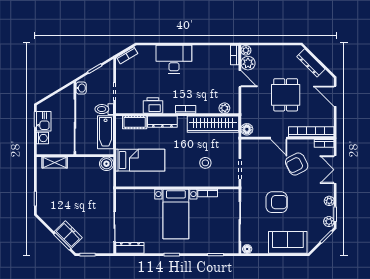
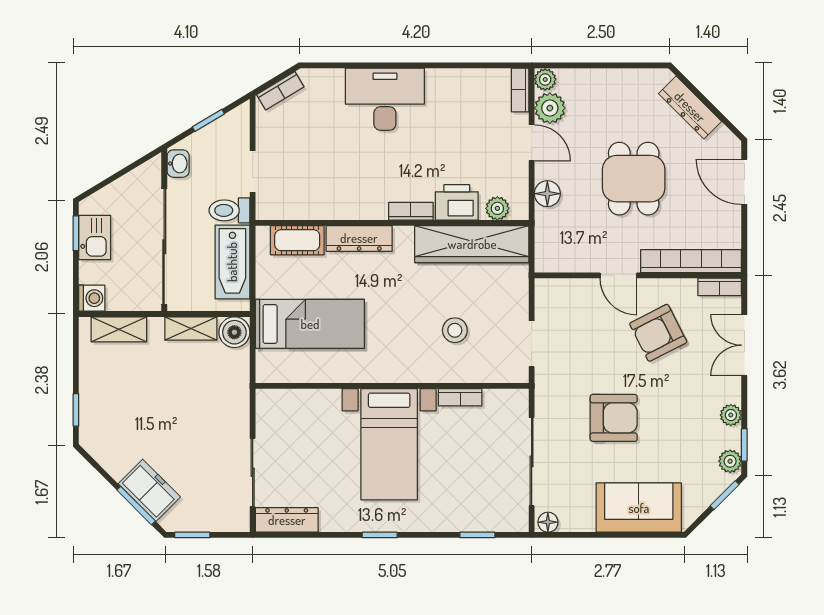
printer: (153, 105) -> (457, 202), moved
floor lamp: (247, 129) -> (547, 194), moved
washing machine: (42, 138) -> (92, 298), moved
shelving: (87, 162) -> (191, 328), added

